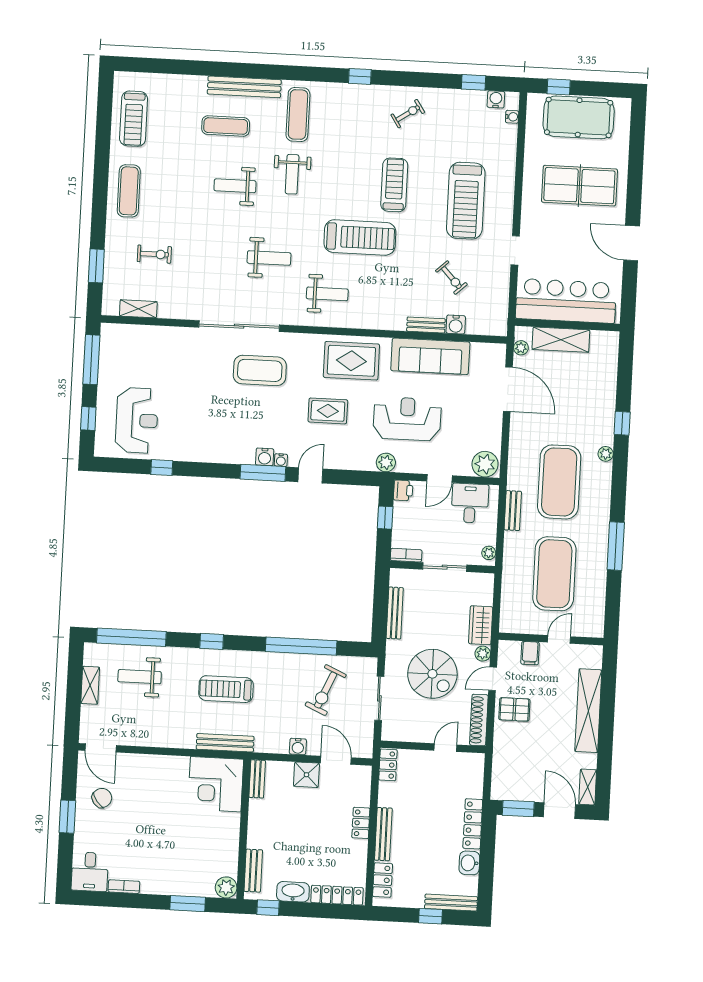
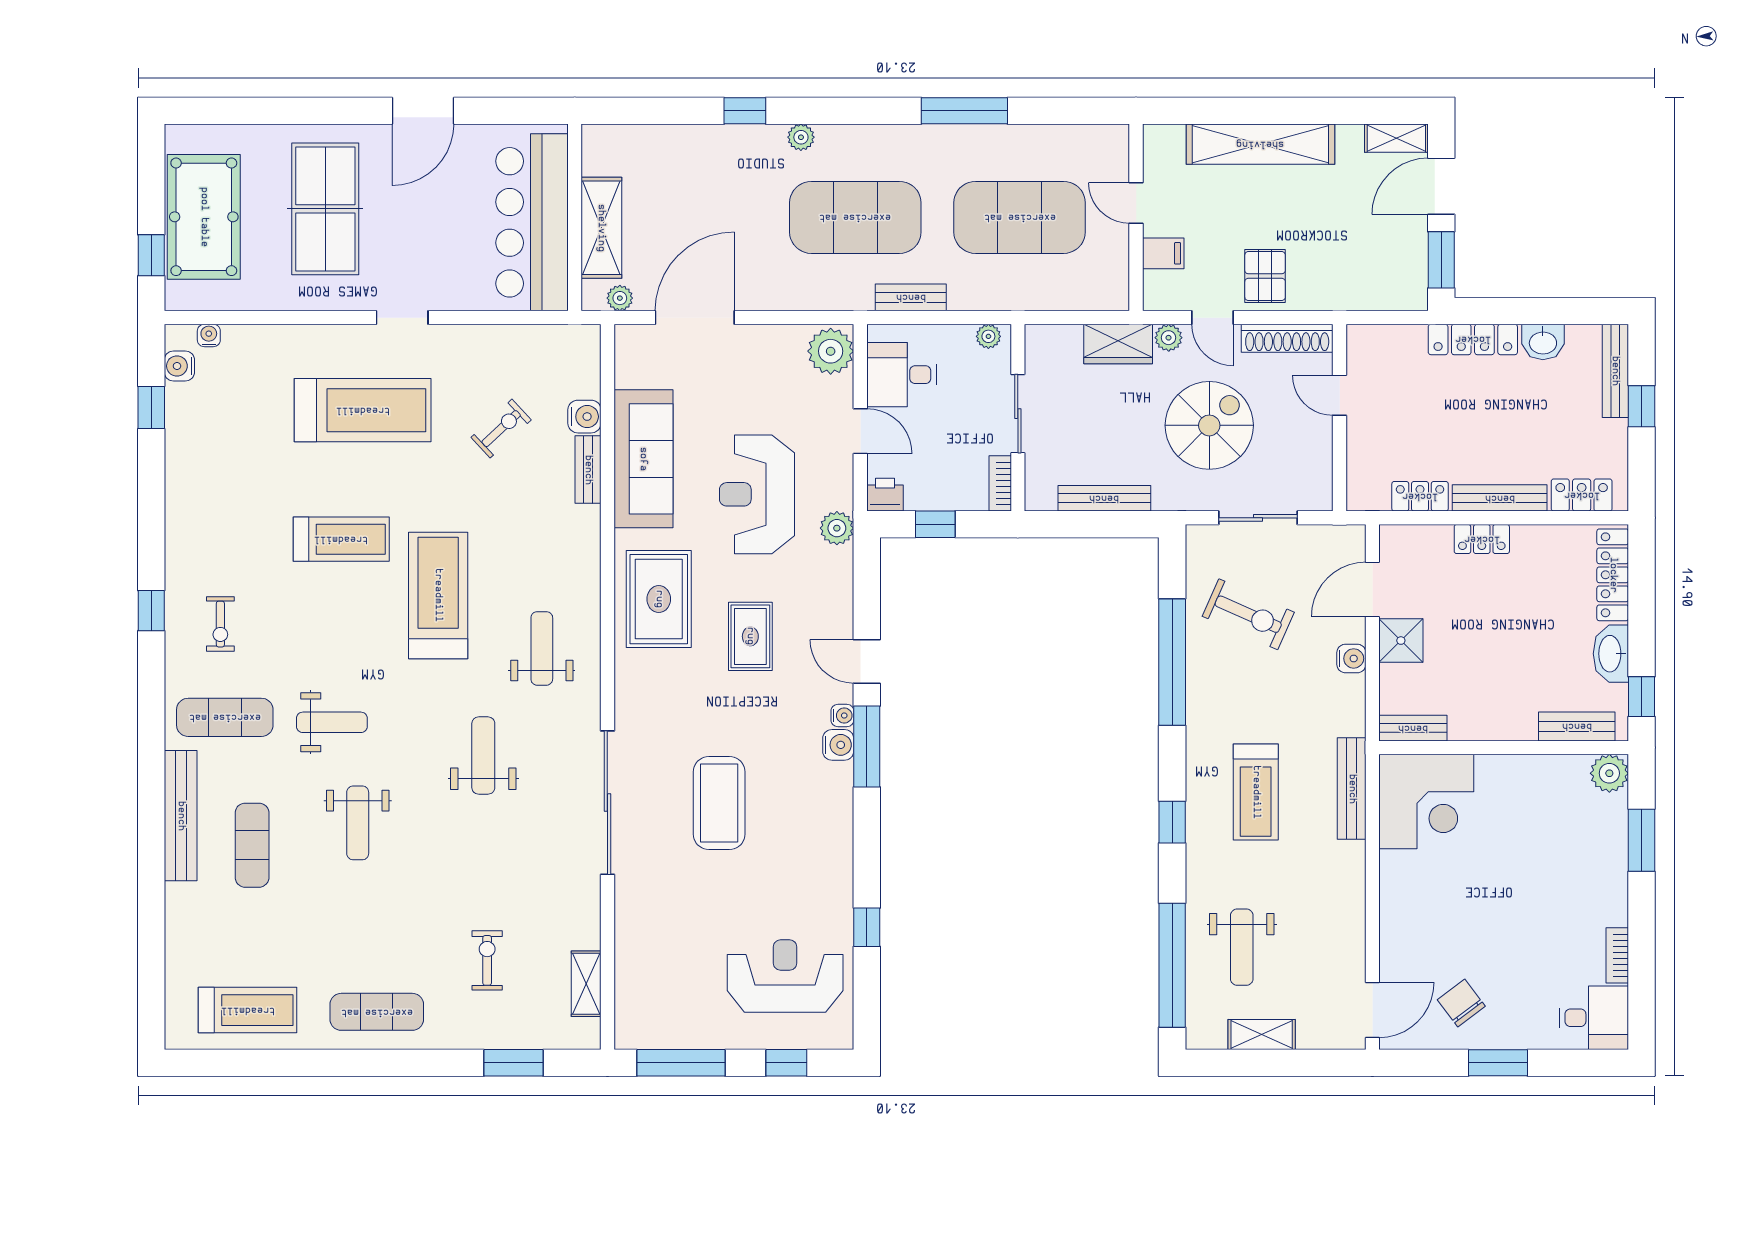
exercise bike: (408, 114) -> (220, 624), moved, turned -146
treadmill: (394, 185) -> (341, 539), turned 180
doorway: (515, 250) -> (402, 318), moved
coffee table: (260, 370) -> (719, 803), moved
locker: (388, 765) -> (1420, 496), moved

